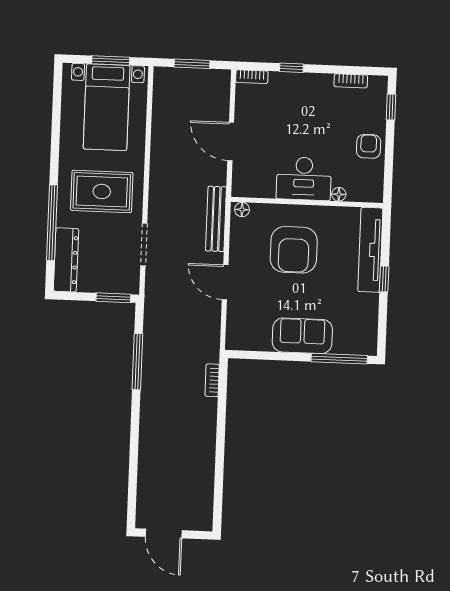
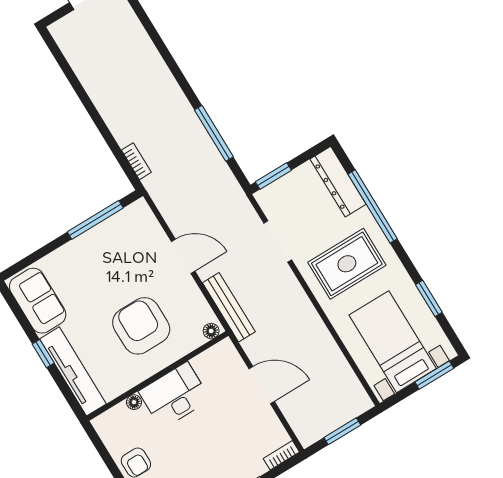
window: (111, 60) -> (434, 375), moved
window: (56, 122) -> (429, 298), added
sofa: (302, 336) -> (38, 301), moved, turned -90
window: (339, 359) -> (95, 220), moved

